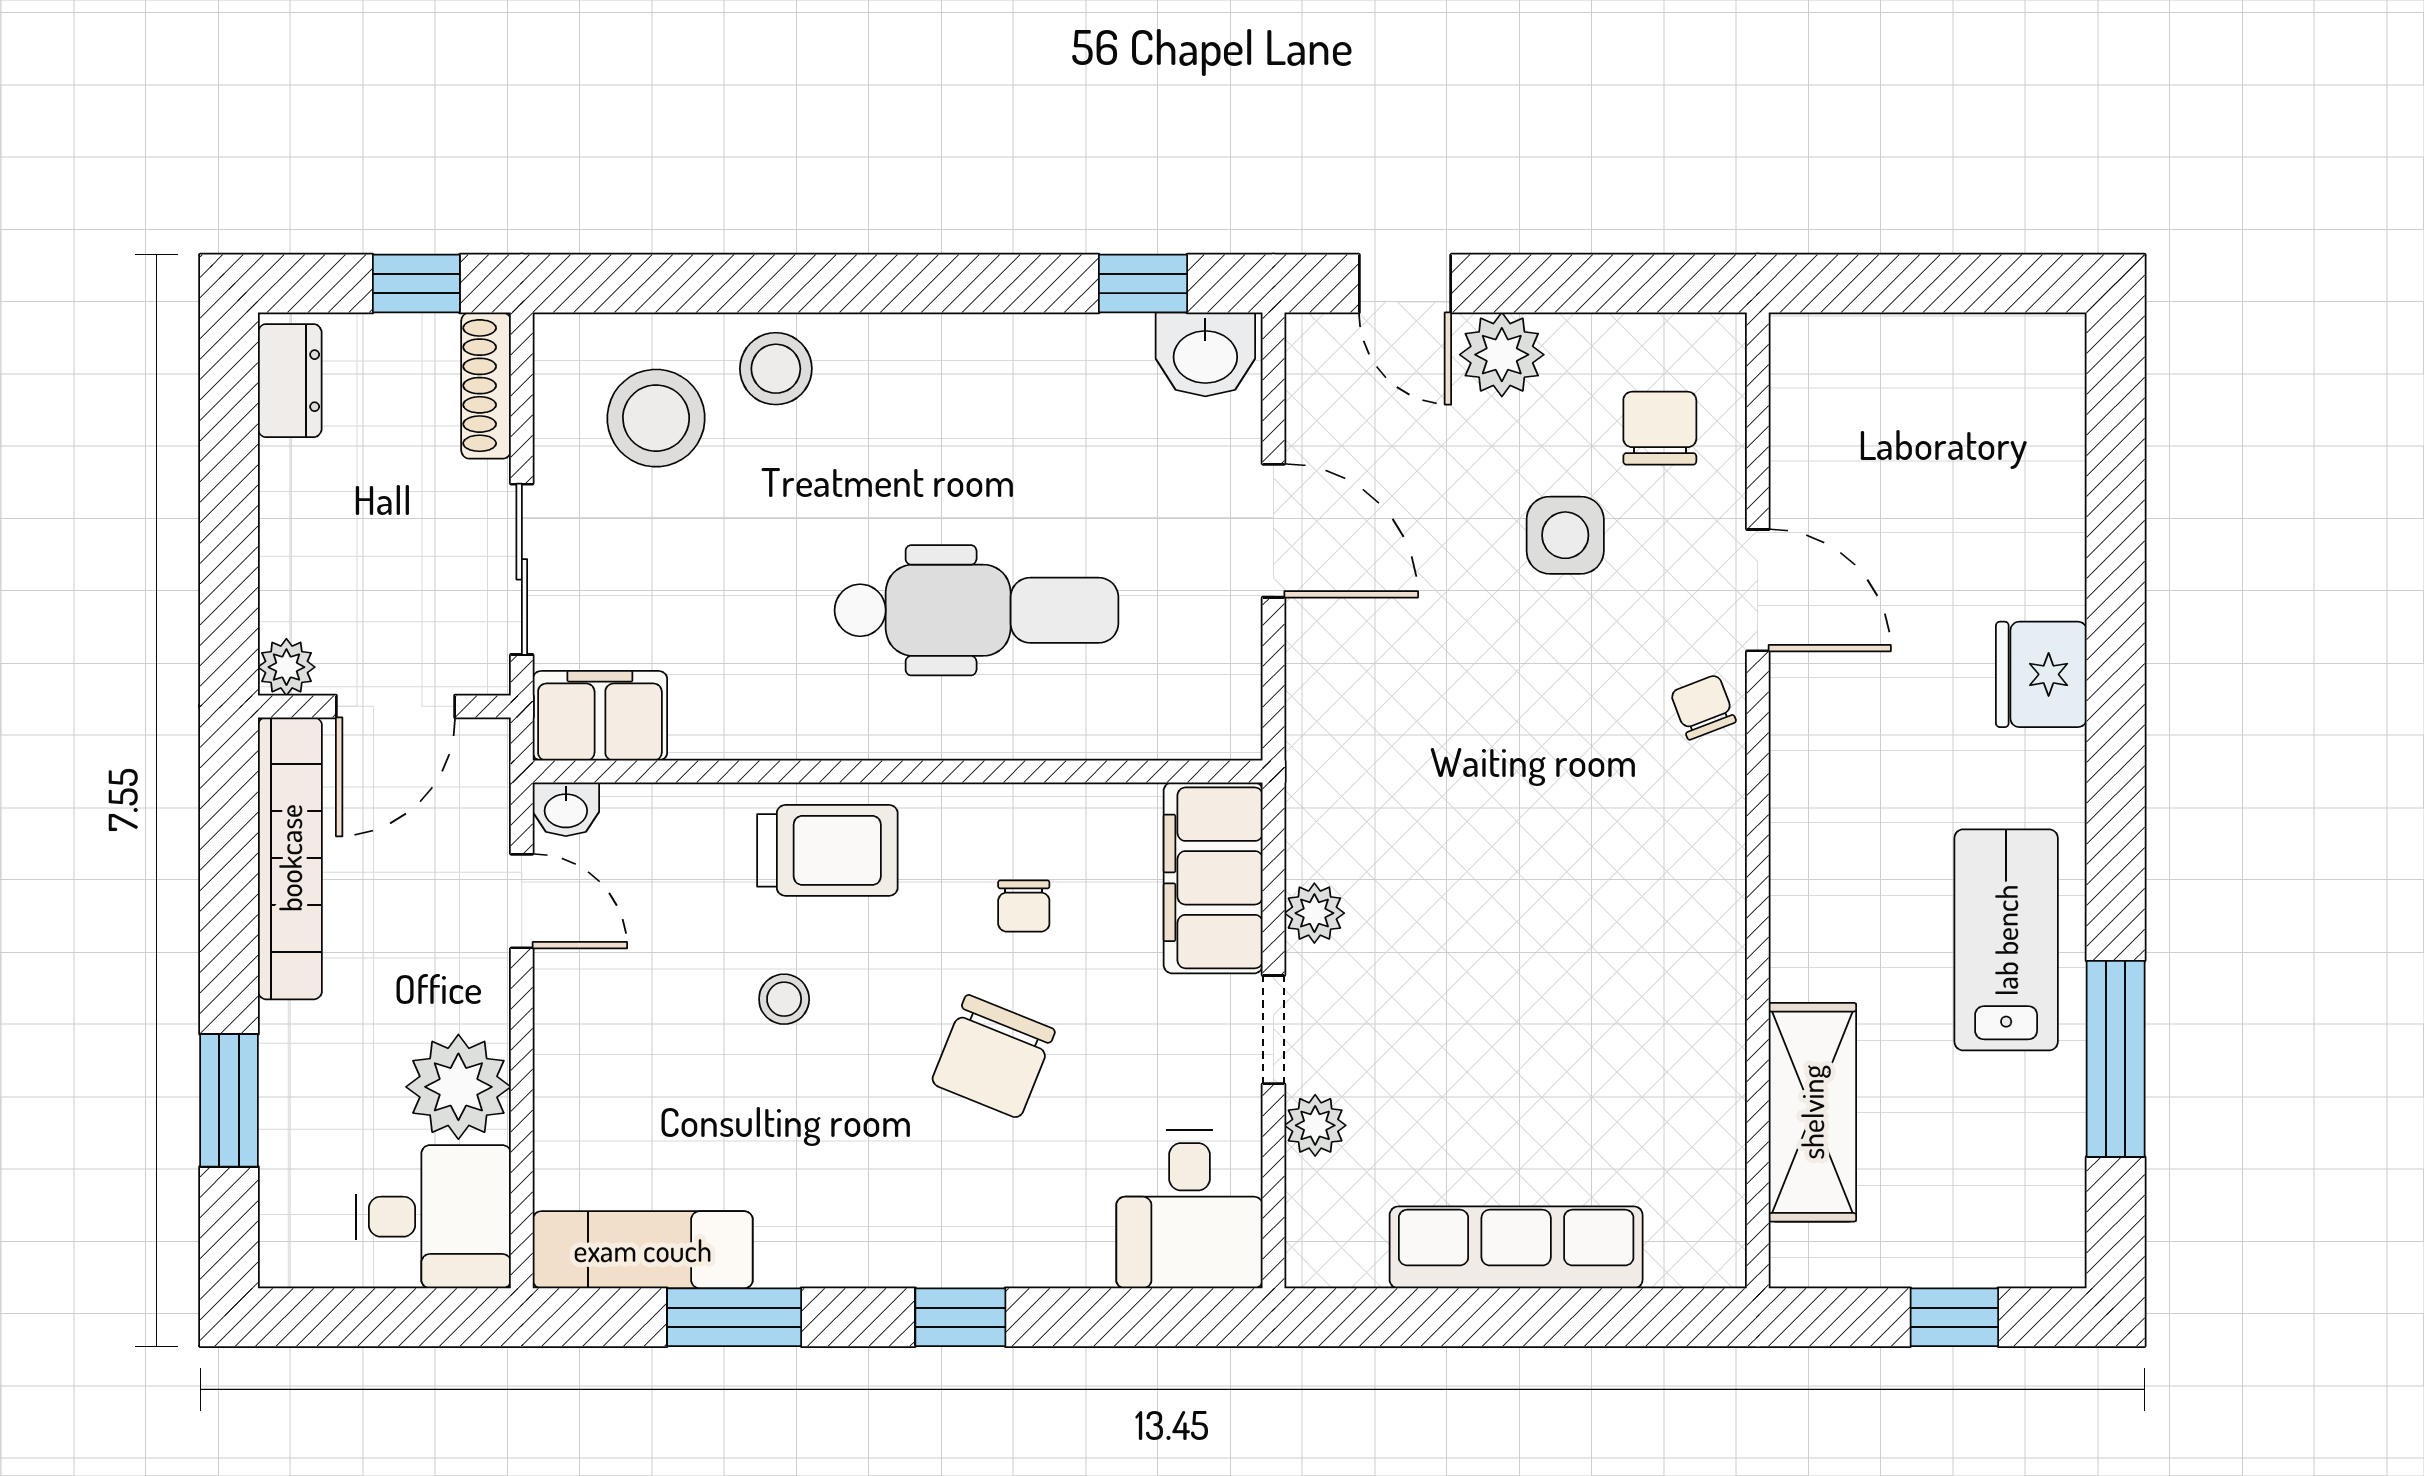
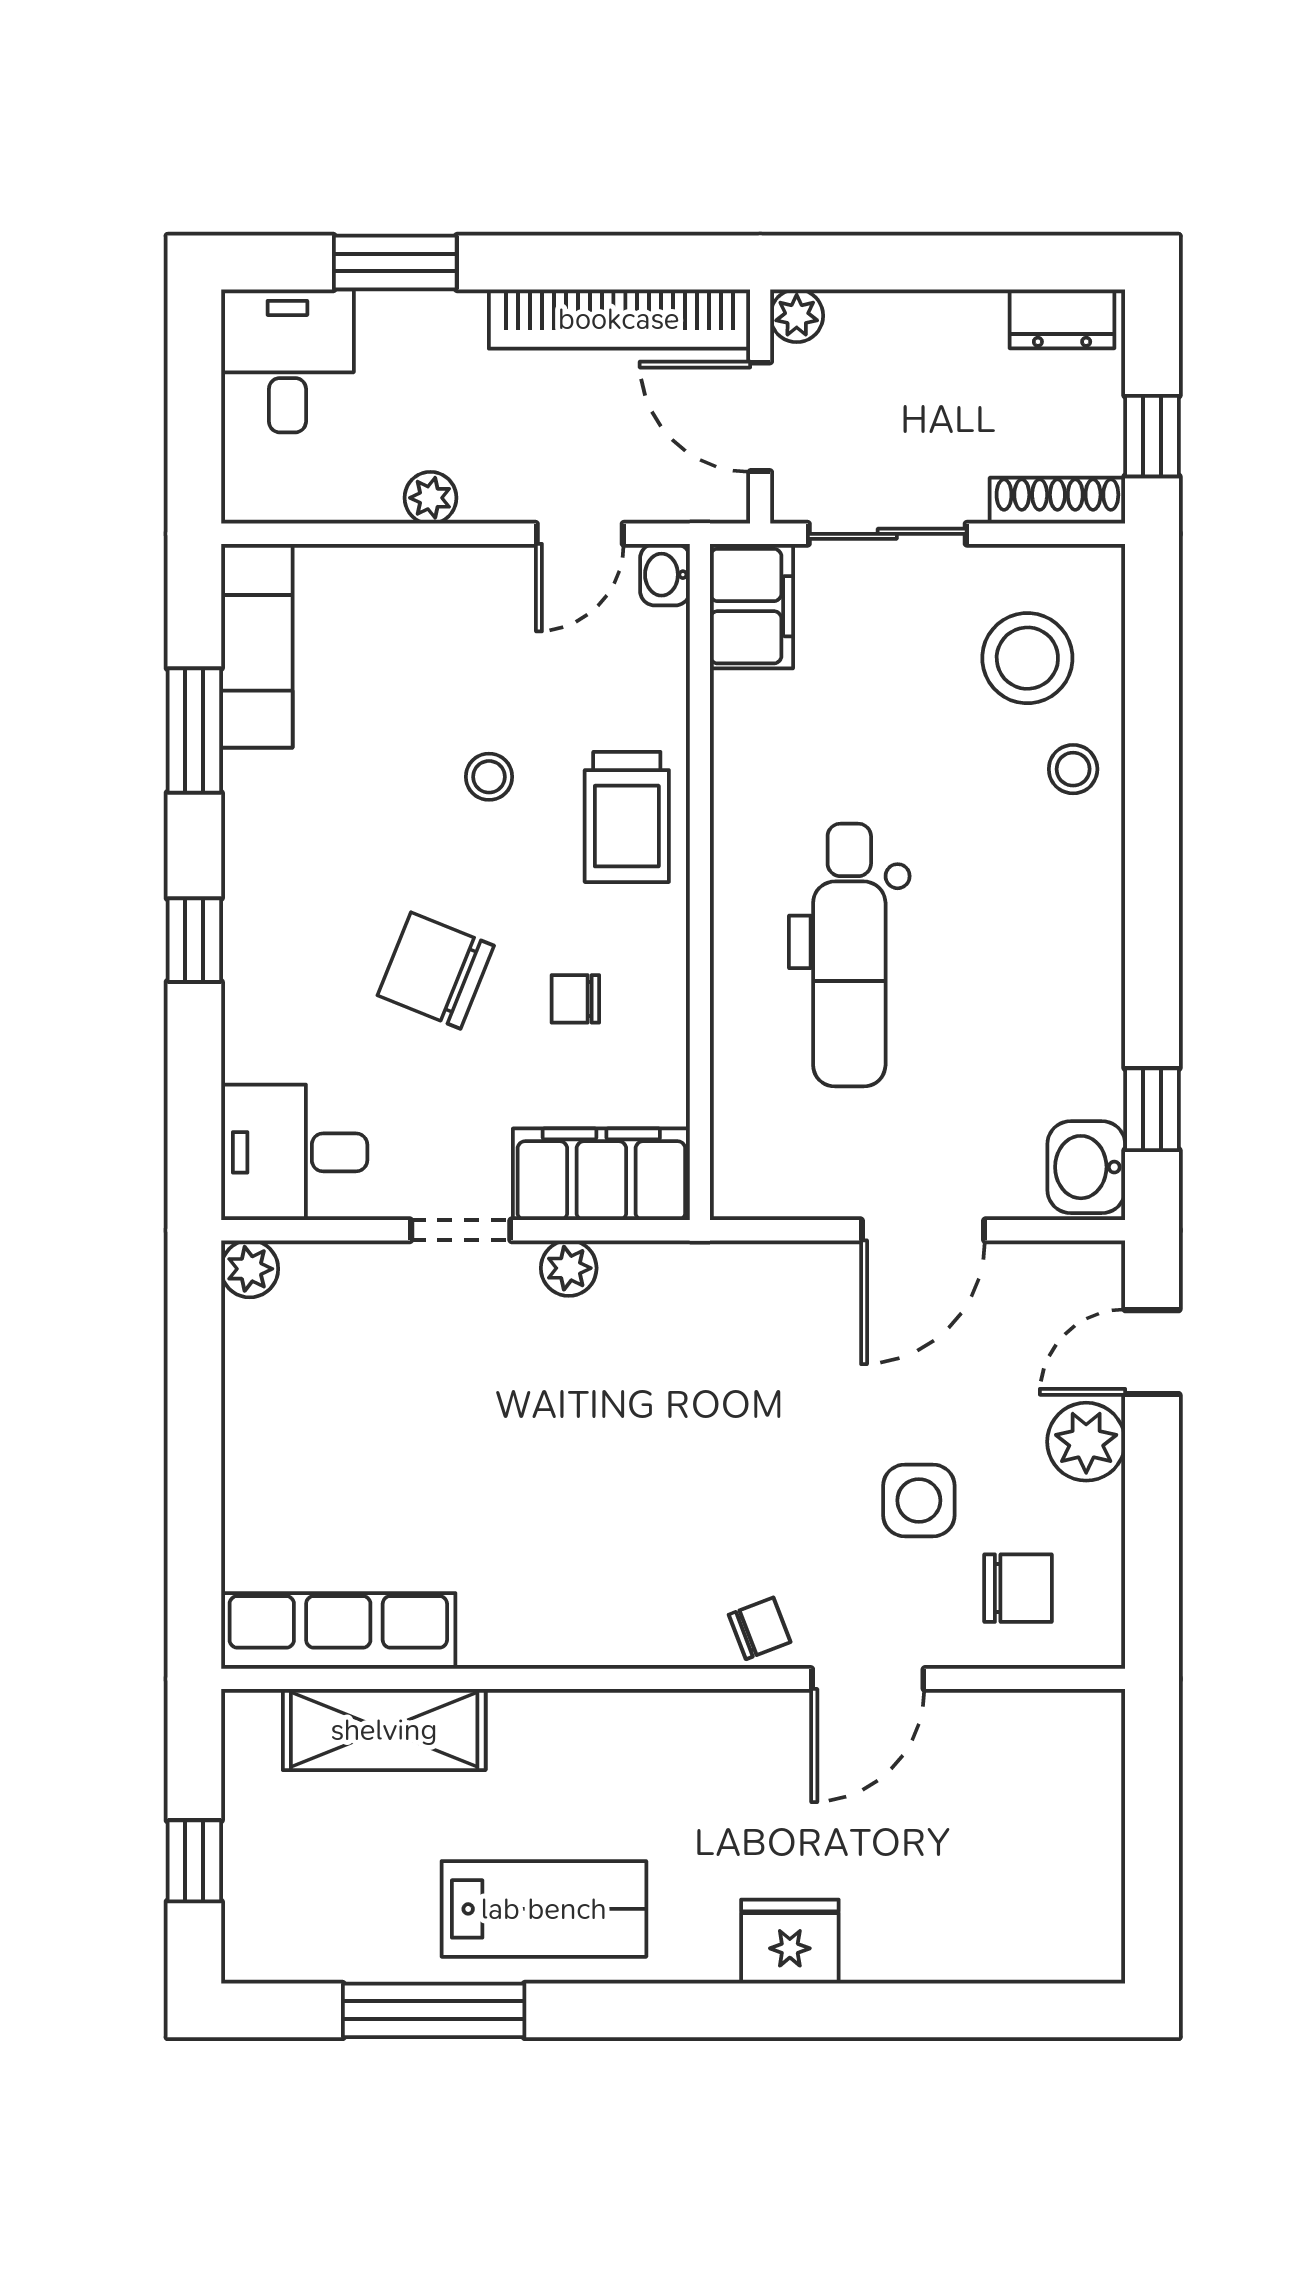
stool: (776, 369) -> (1073, 769), width x0.73, depth x0.73
plant: (458, 1087) -> (430, 498), width x0.53, depth x0.53
plant: (1315, 1125) -> (250, 1269), moved
desk: (434, 1217) -> (287, 361), moved, turned 180
row of seats: (1516, 1247) -> (338, 1631), moved, turned -90

